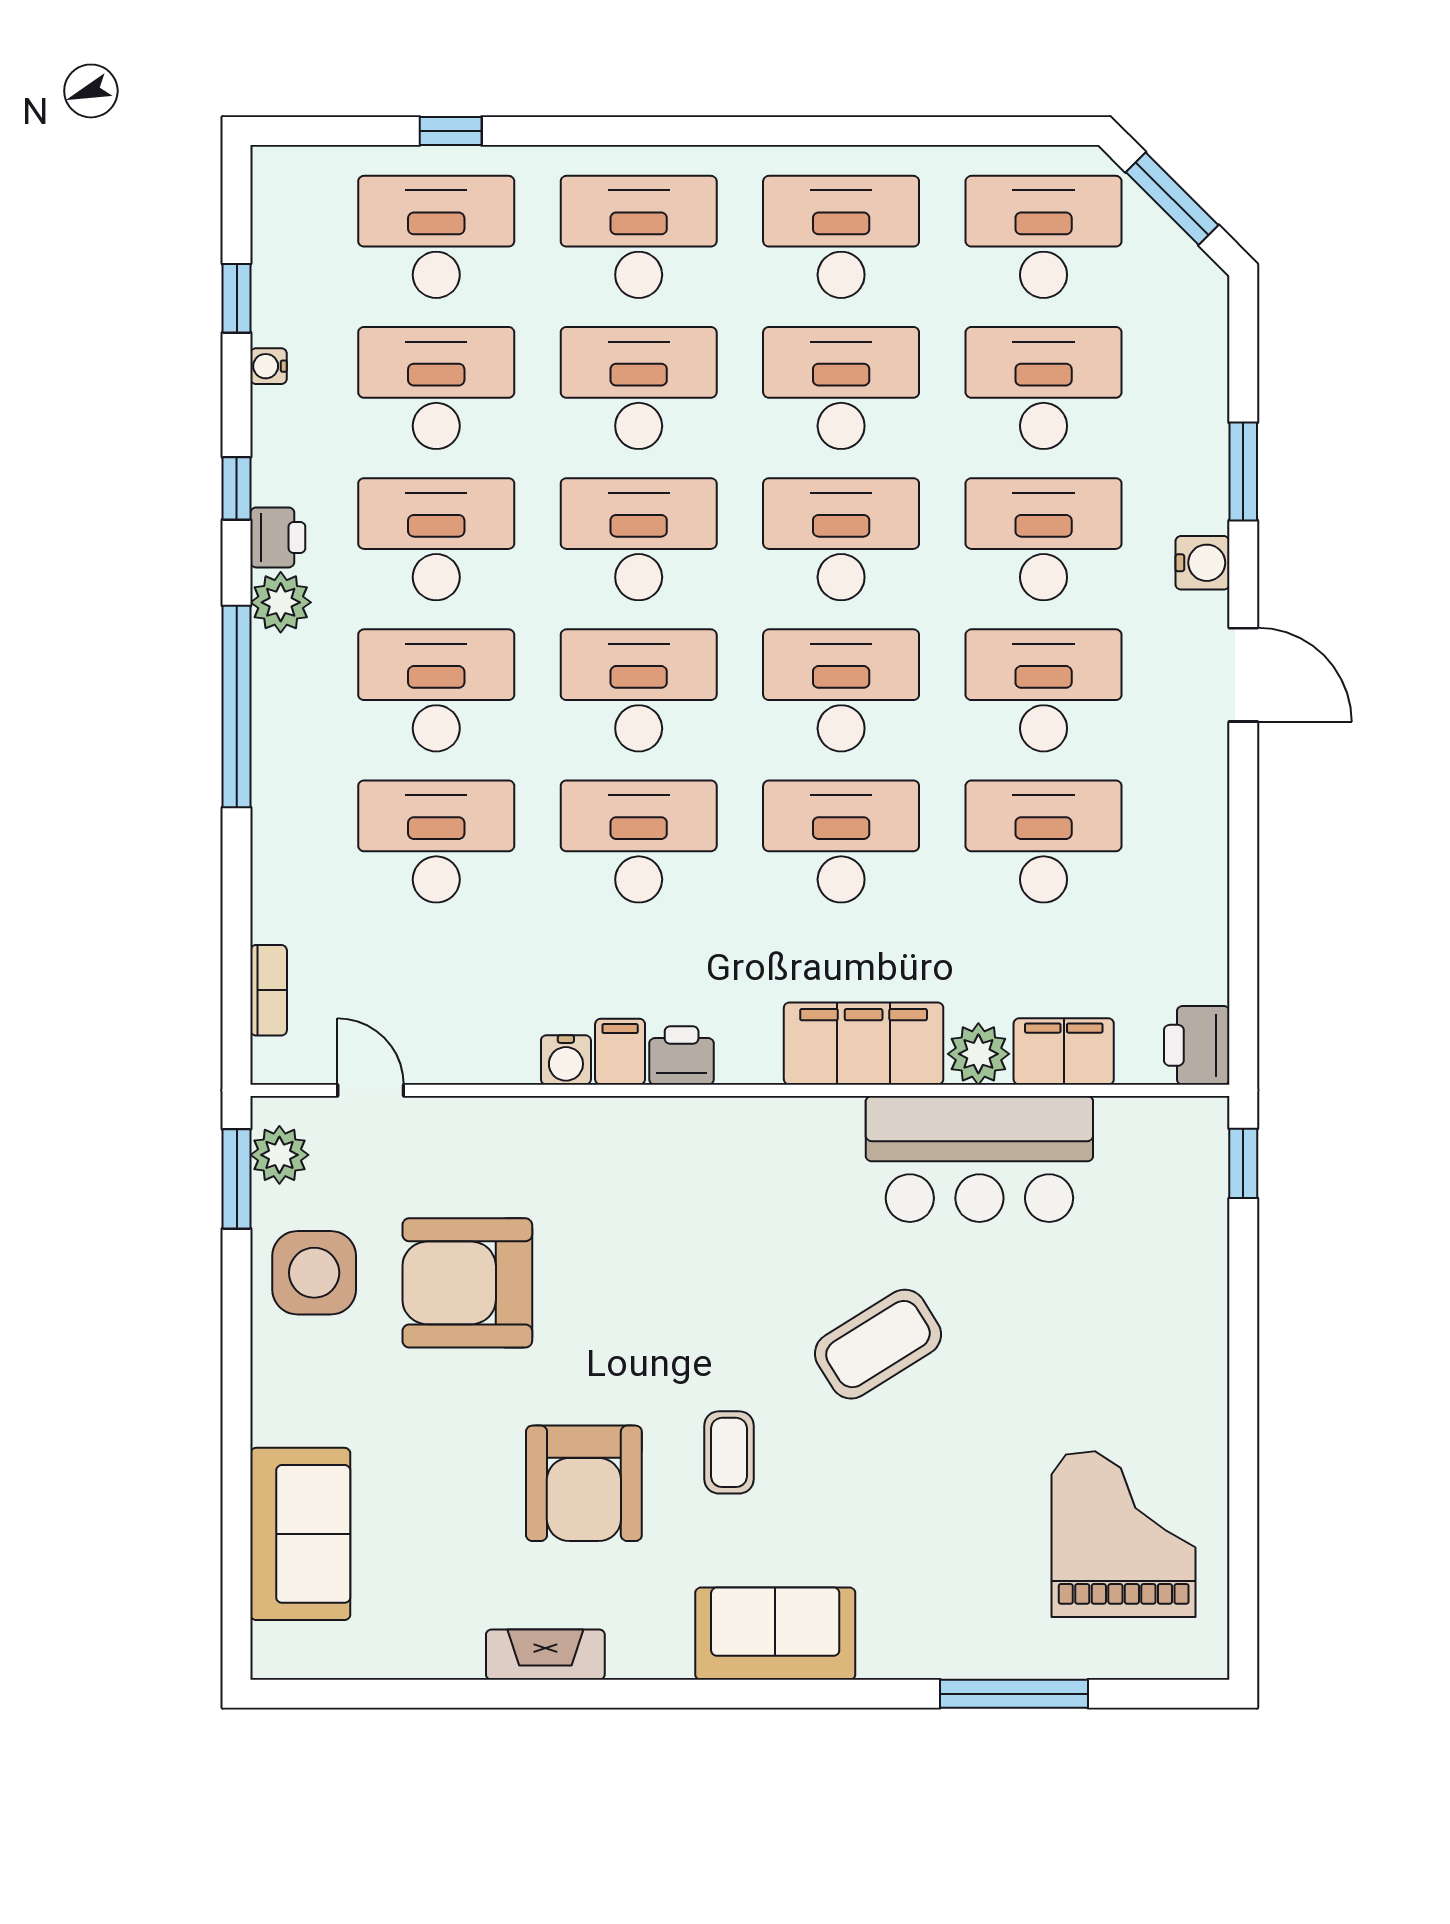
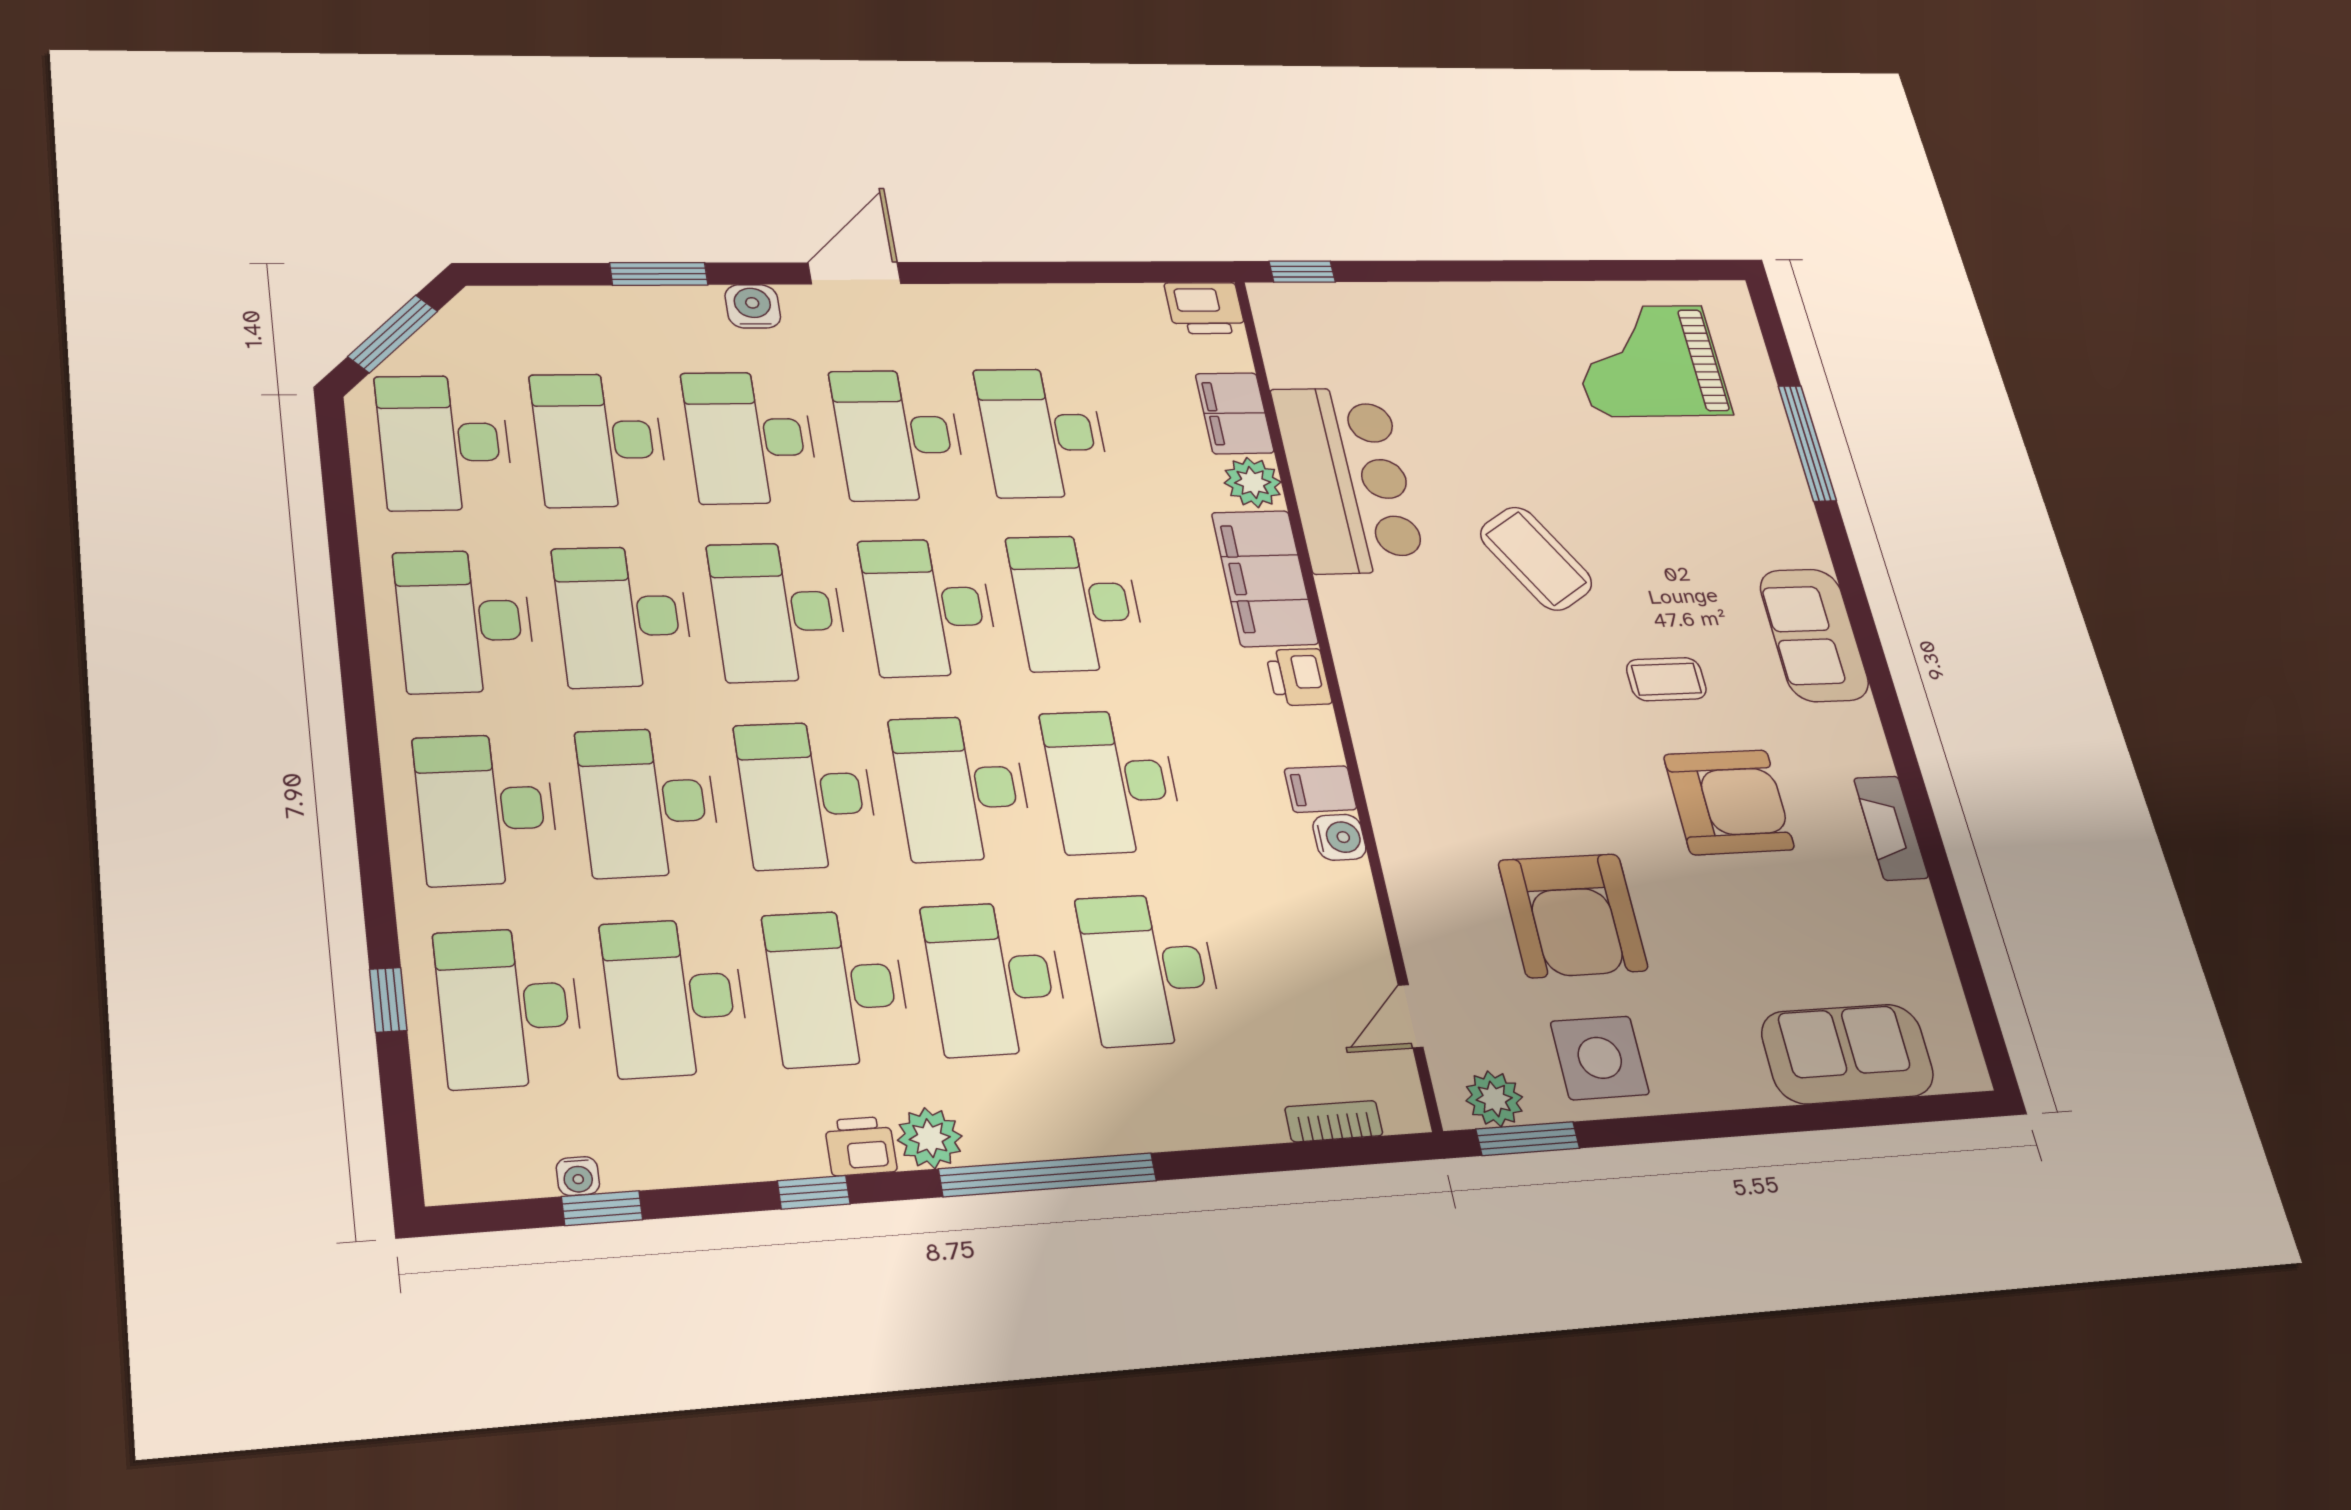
water cooler: (269, 366) -> (578, 1176), moved
printer: (682, 1056) -> (1299, 677), moved

